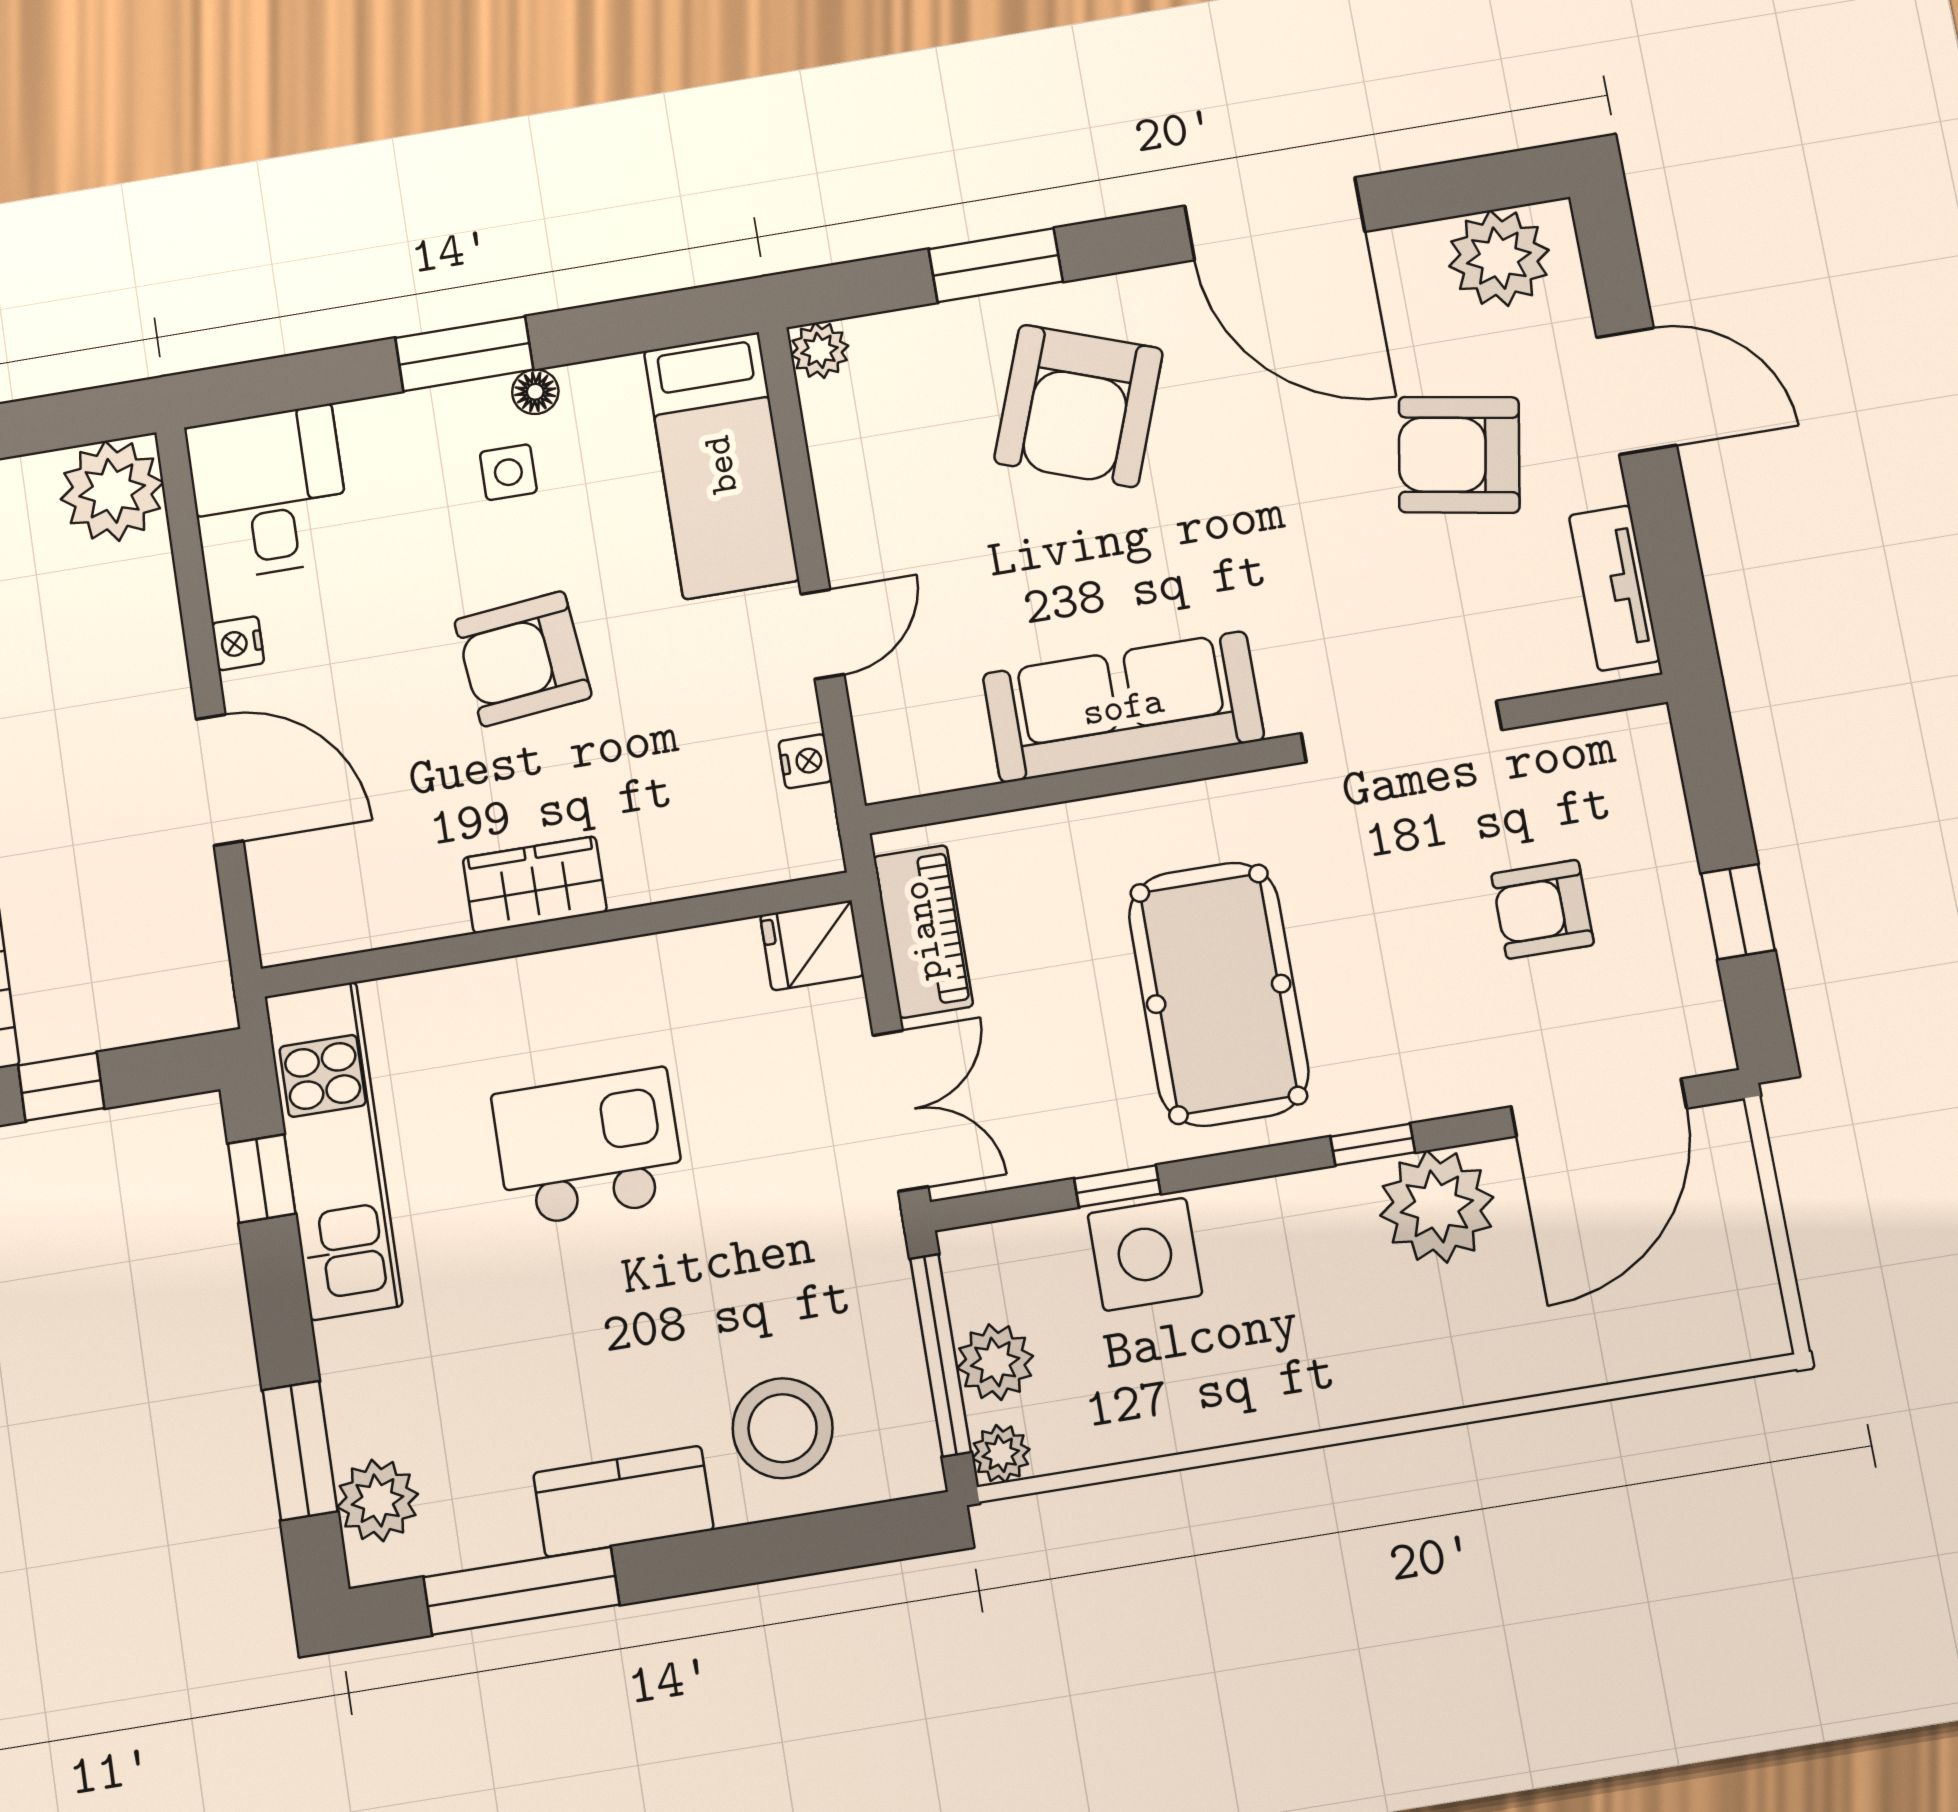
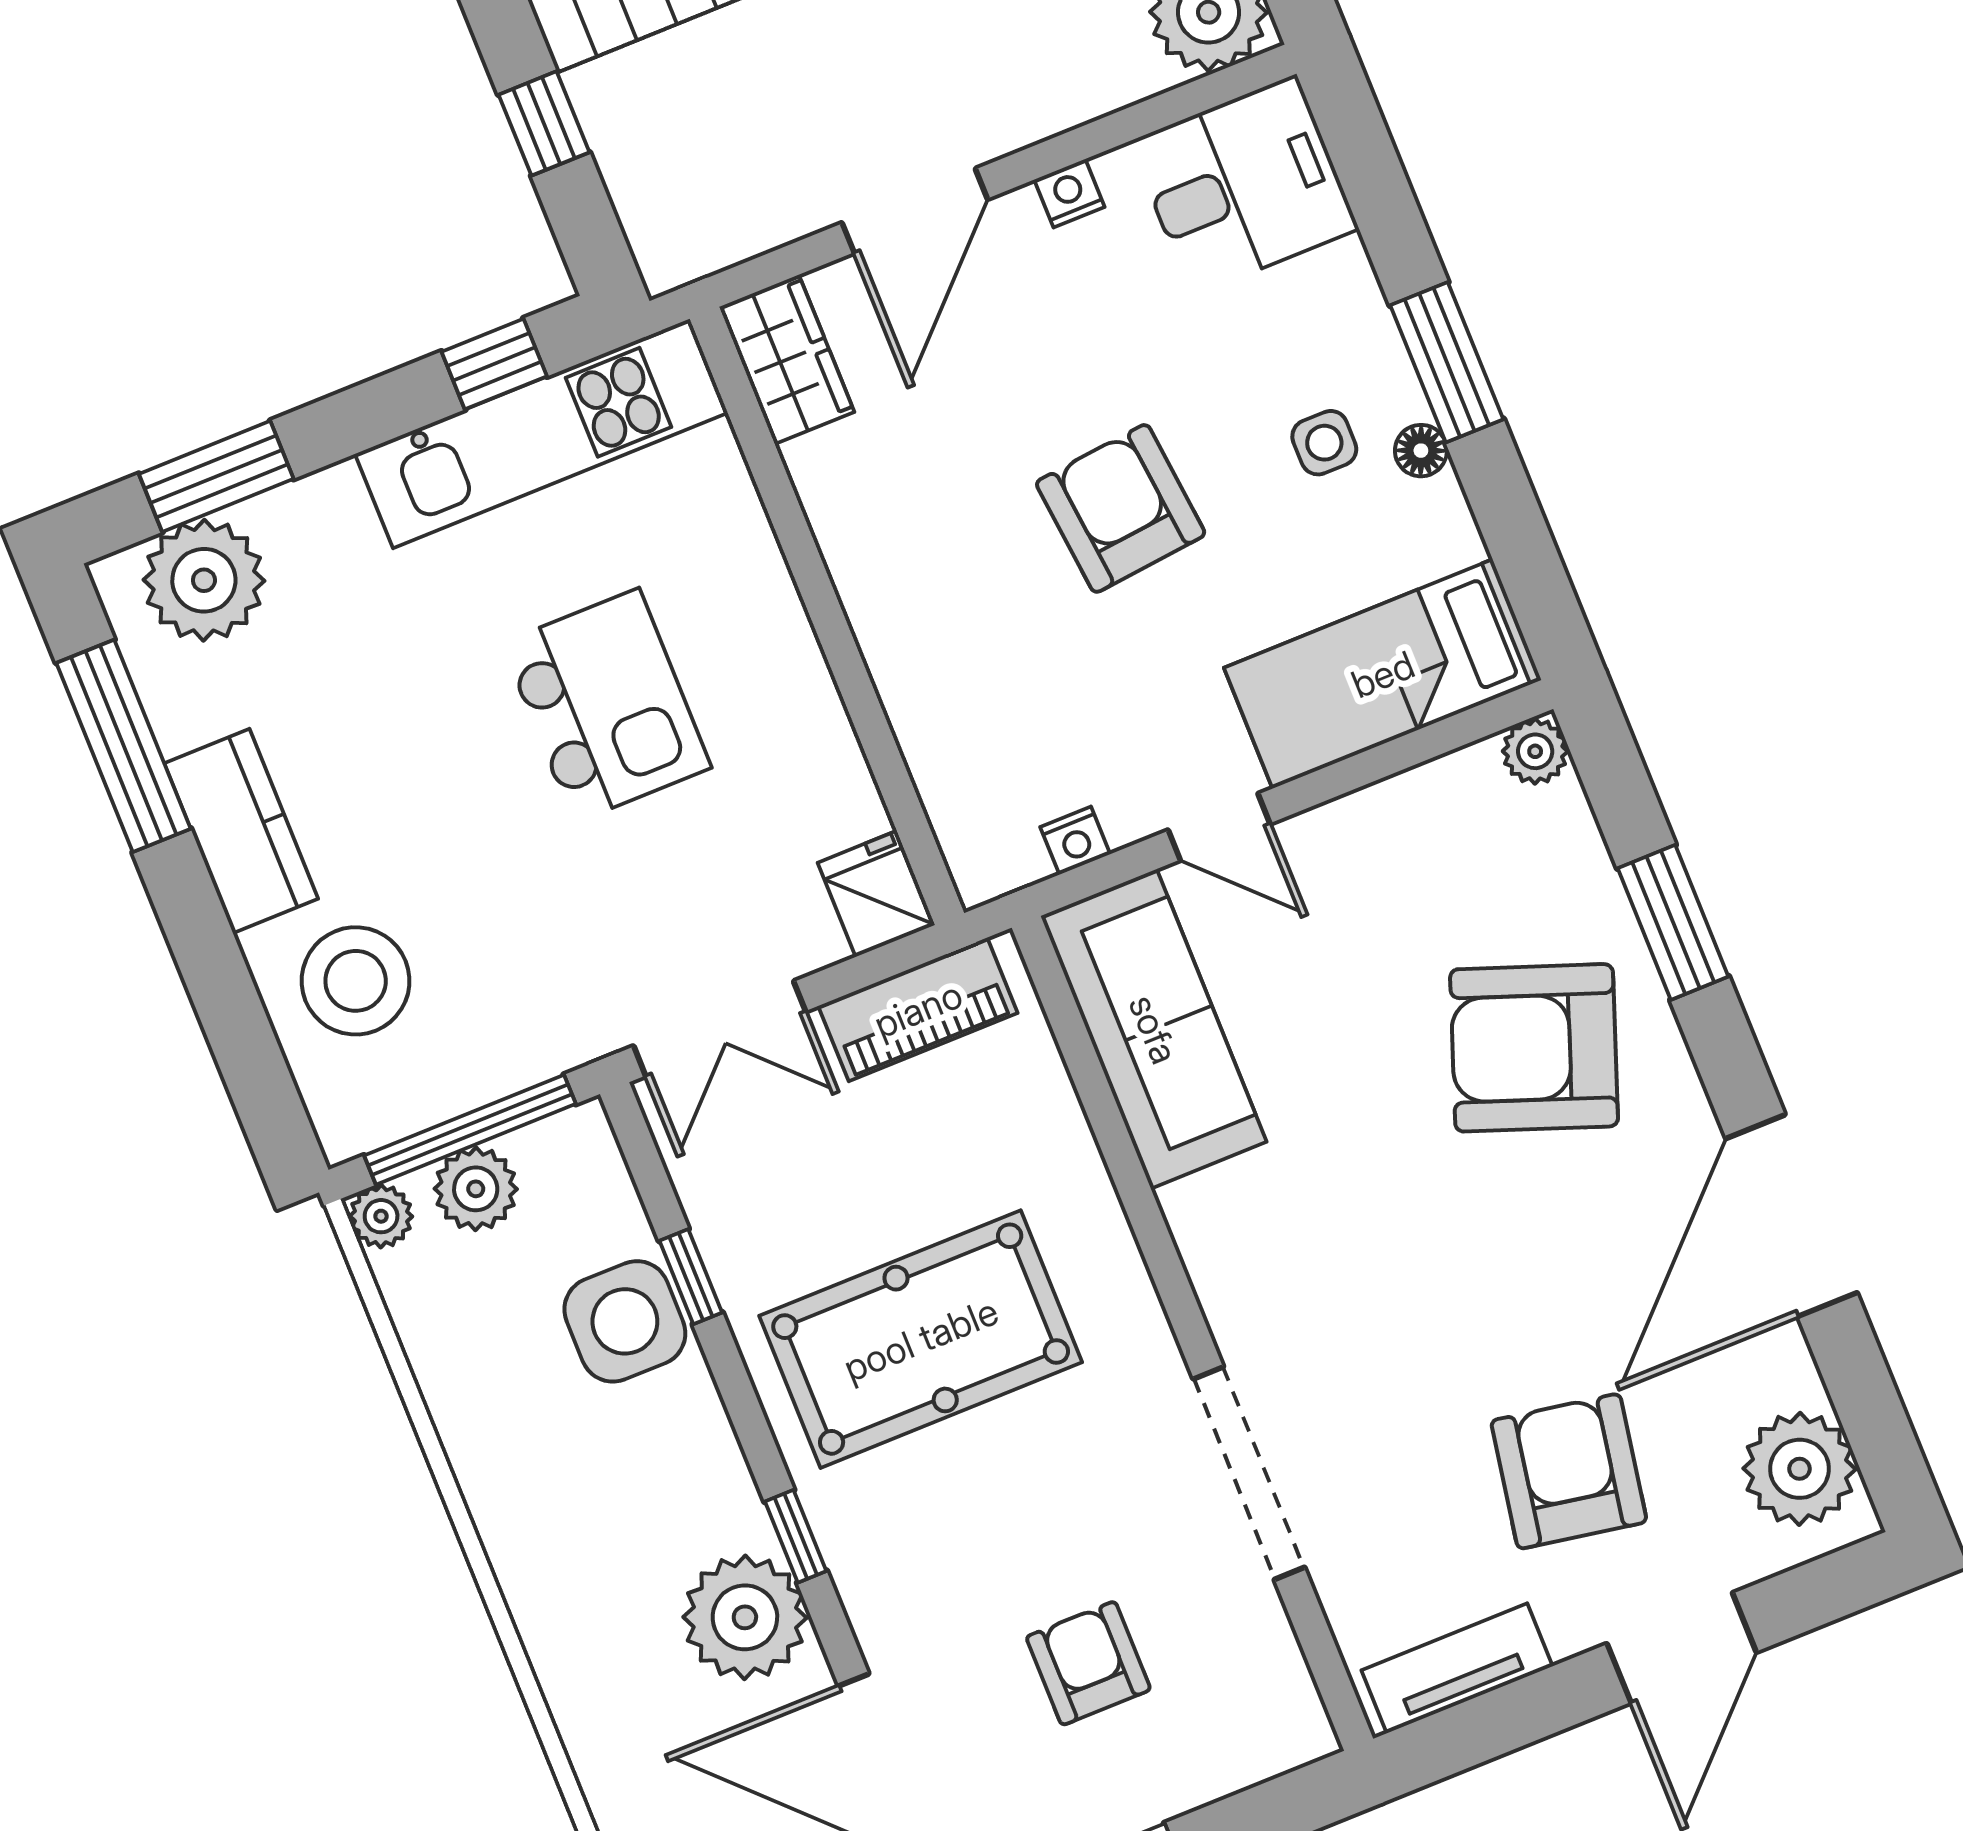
sofa: (1123, 707) -> (1154, 1029), moved
wardrobe: (535, 885) -> (787, 360), moved
plant: (378, 1500) -> (204, 580), width x1.36, depth x1.36

